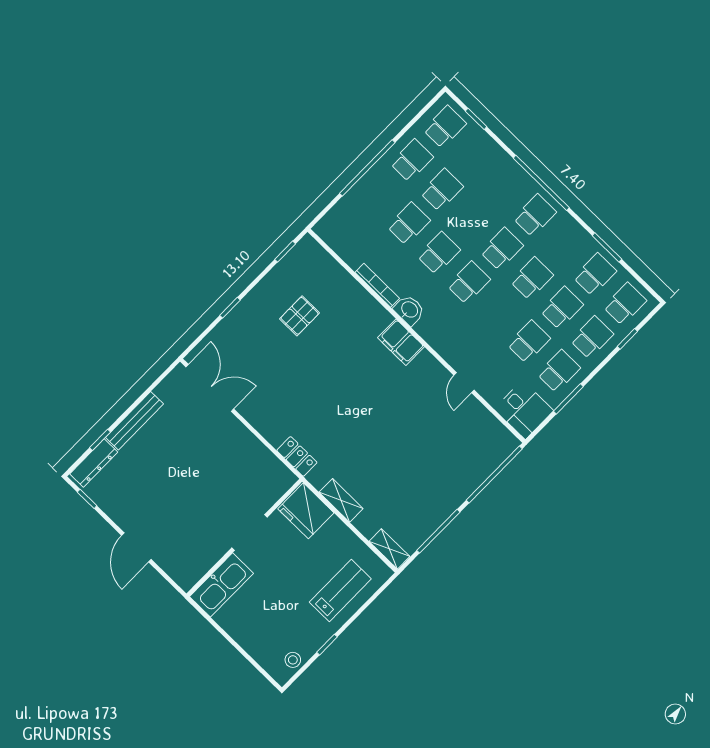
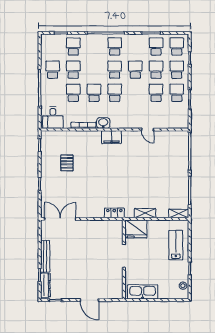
school desk: (445, 127) -> (73, 47), moved
desk: (524, 410) -> (53, 118), moved, turned 90
kitchen sink: (221, 585) -> (143, 292), moved, turned -90

